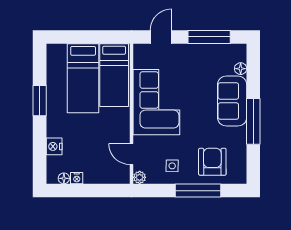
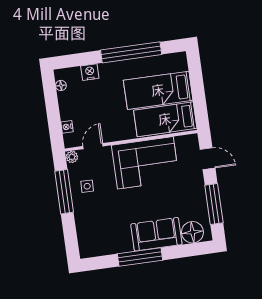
floor lamp: (241, 69) -> (192, 232), width x1.89, depth x1.89
window: (40, 101) -> (131, 52), width x2.11
armchair: (212, 162) -> (96, 224), removed
nightstand: (77, 178) -> (67, 127), moved
window: (198, 191) -> (64, 192), moved

